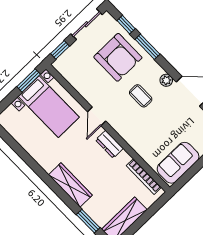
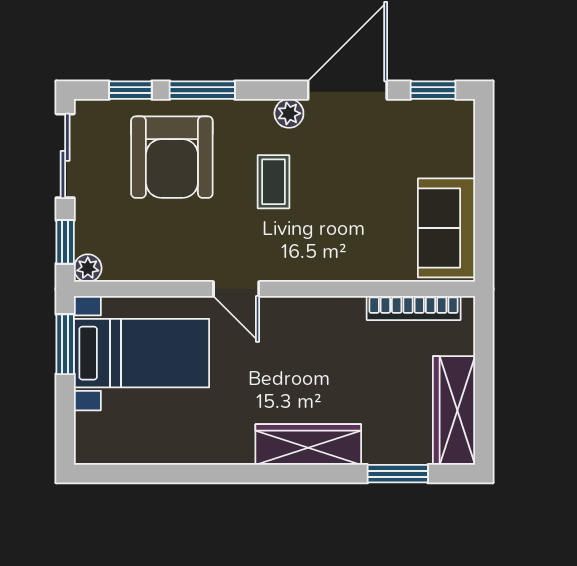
armchair: (118, 57) -> (172, 157), turned 90
plant: (59, 65) -> (88, 268), added
coffee table: (141, 96) -> (273, 182), turned 90
dresser: (109, 144) -> (304, 313), removed

